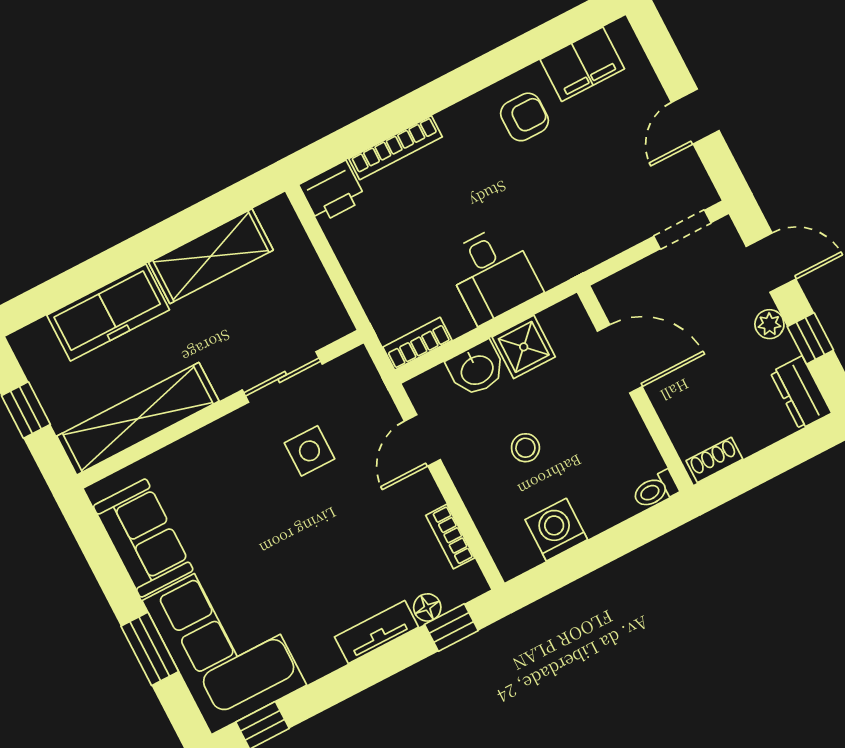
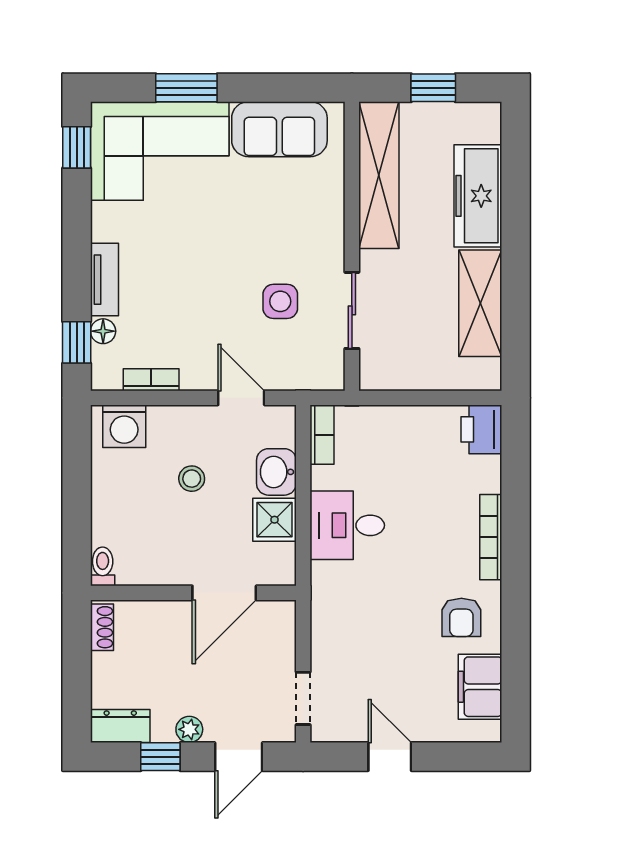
bookcase: (396, 148) -> (491, 537), moved
washing machine: (556, 530) -> (124, 426), moved, turned 90

